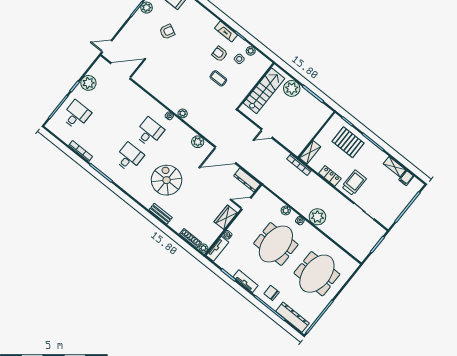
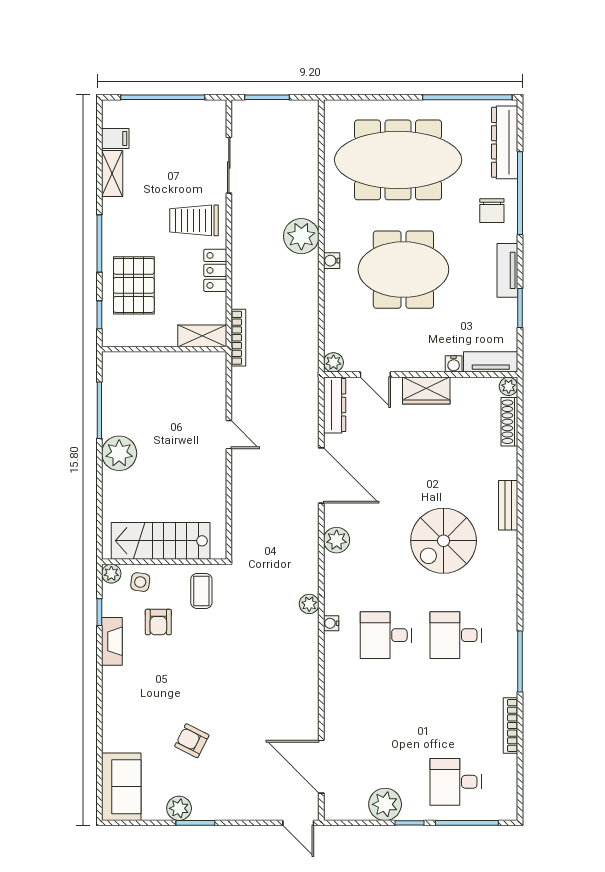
wall: (255, 86) -> (164, 562), moved
stairs: (264, 91) -> (161, 541), moved
plant: (286, 210) -> (333, 362), moved
meeting table: (317, 274) -> (398, 160), width x1.36

